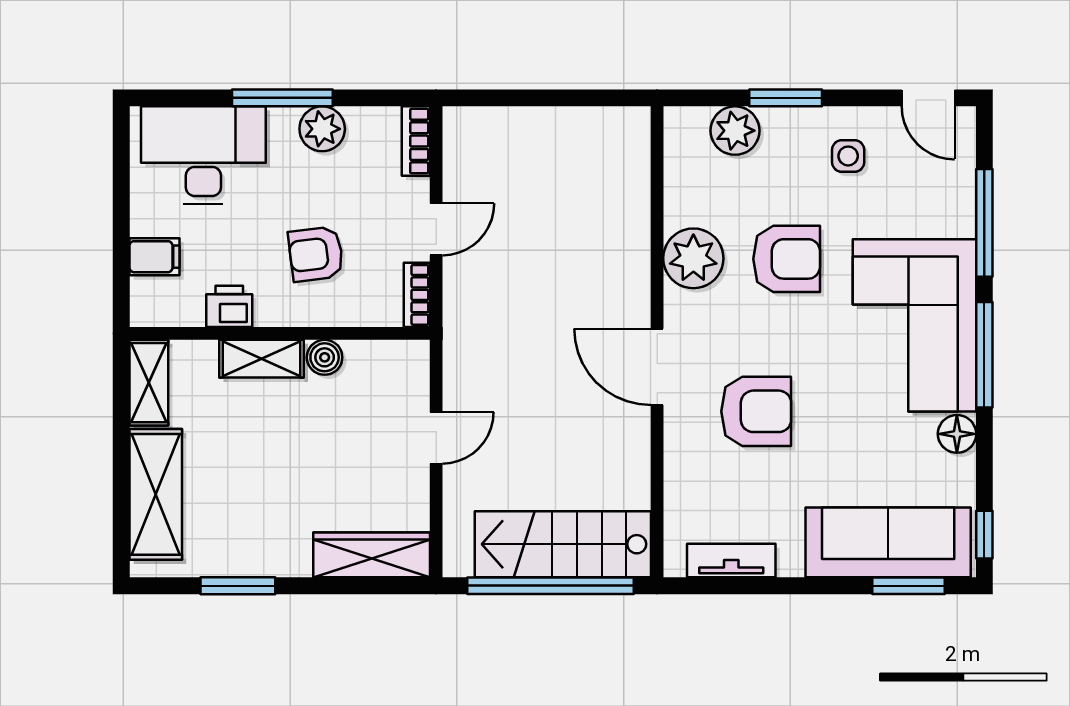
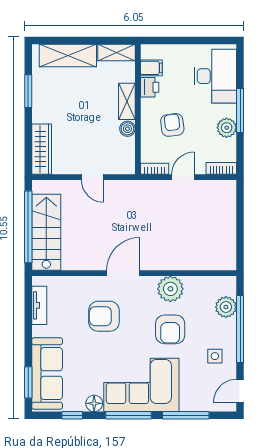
window: (786, 98) -> (240, 329), width x2.11
door: (436, 229) -> (183, 177), swing flipped
filing cabinet: (154, 257) -> (151, 68), moved, turned -90
armchair: (756, 411) -> (104, 316), turned 90
window: (984, 535) -> (72, 415), moved

